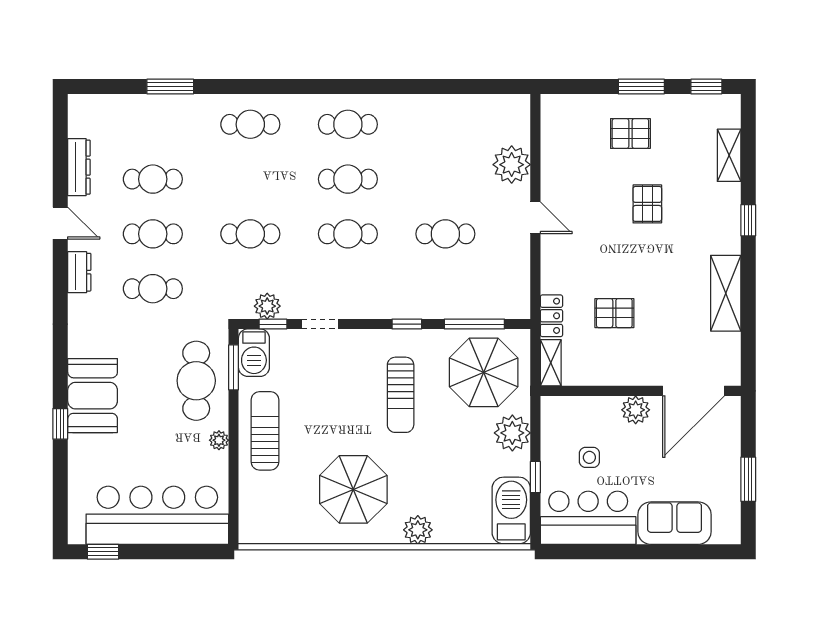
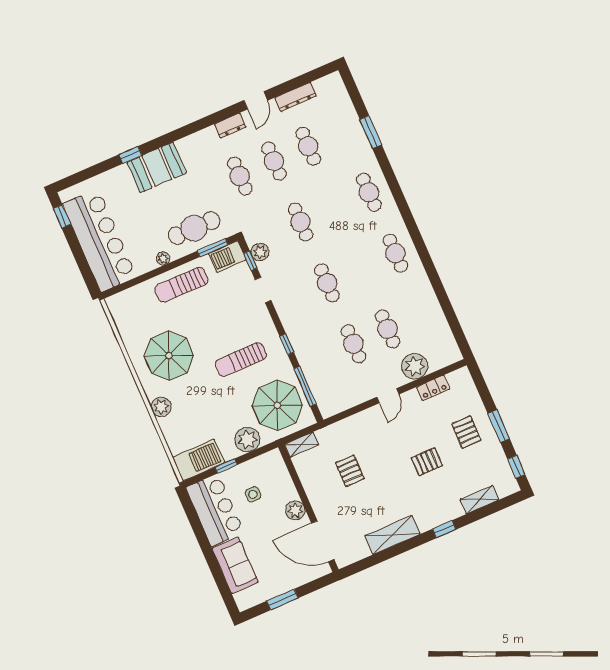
cafe table: (348, 179) -> (388, 329), moved
locker: (551, 316) -> (433, 388), moved
sun lounger: (265, 431) -> (181, 285), turned 180

